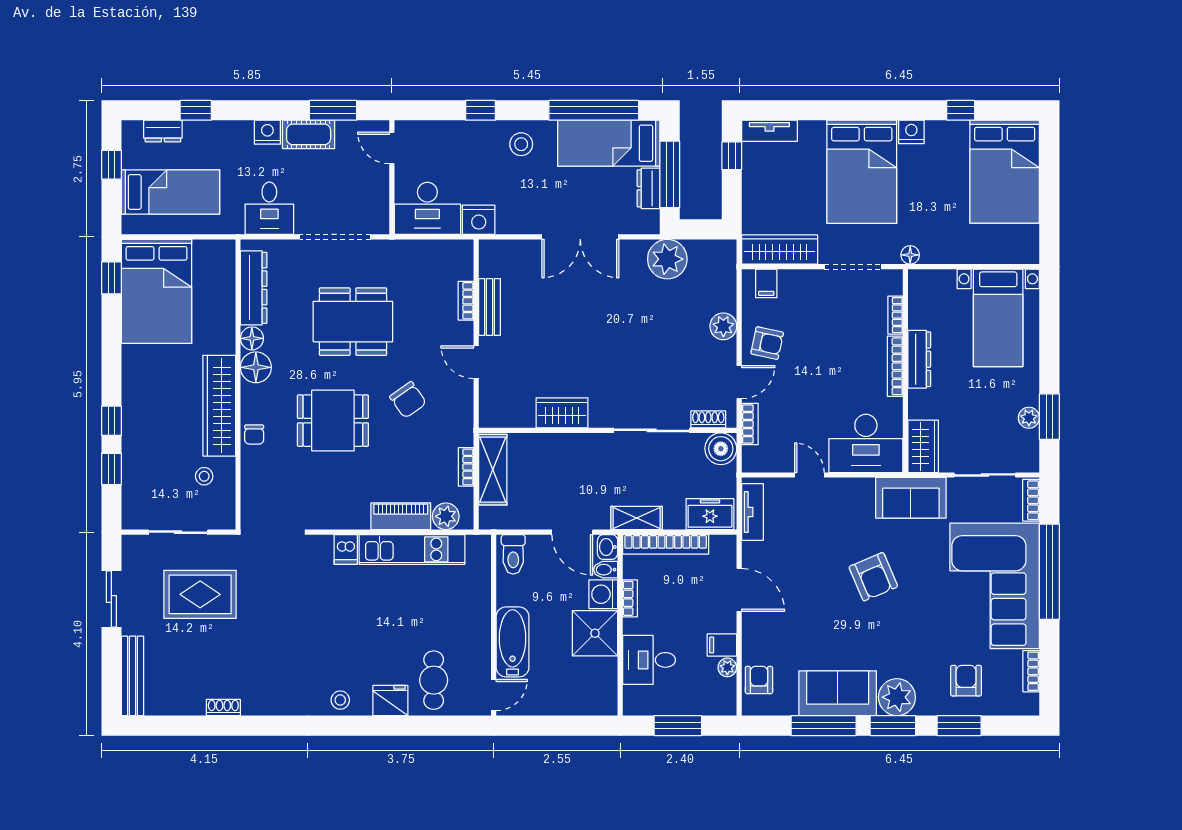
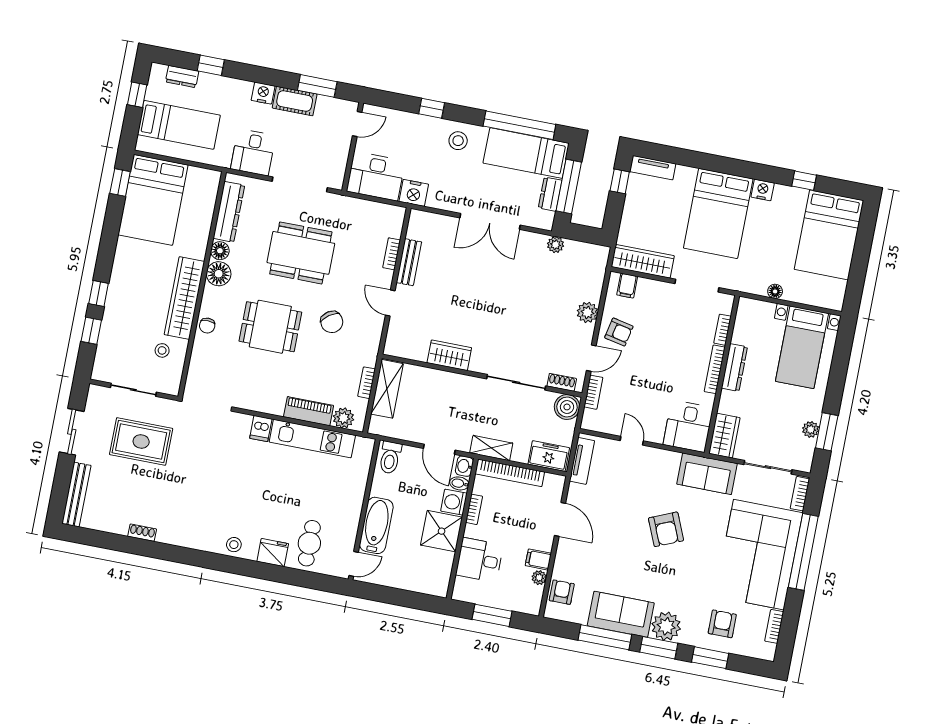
door: (392, 148) -> (357, 124), swing flipped
floor lamp: (910, 255) -> (775, 291), moved
plant: (667, 259) -> (556, 245), width x0.53, depth x0.53
desk: (866, 443) -> (688, 426), width x0.73

